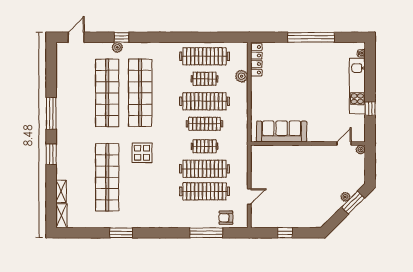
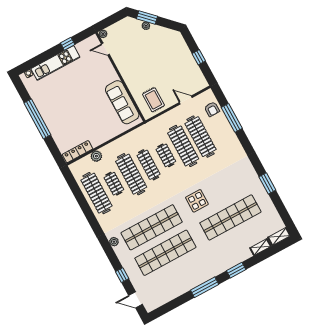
window: (122, 37) -> (122, 275), moved
plant: (117, 47) -> (114, 242), moved
rug: (267, 164) -> (154, 100), added

